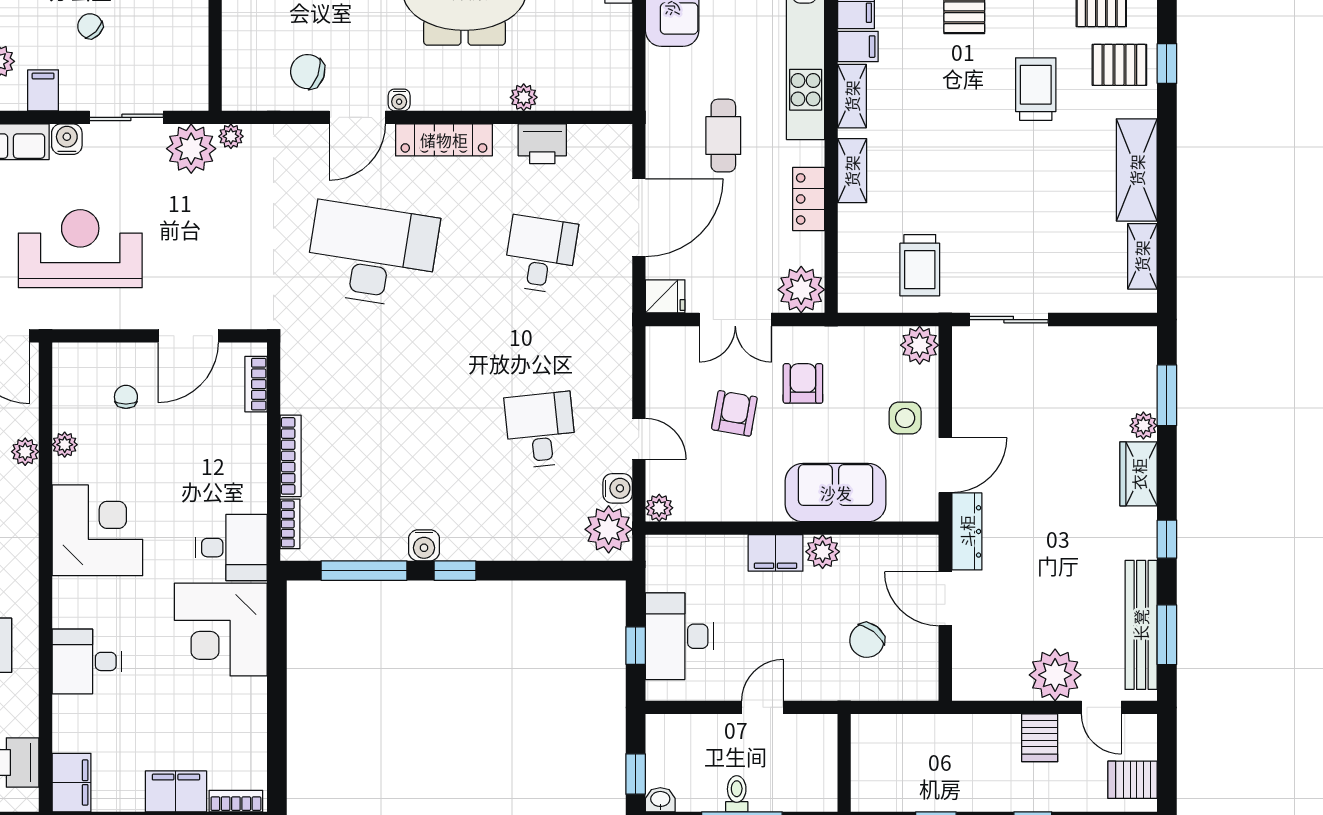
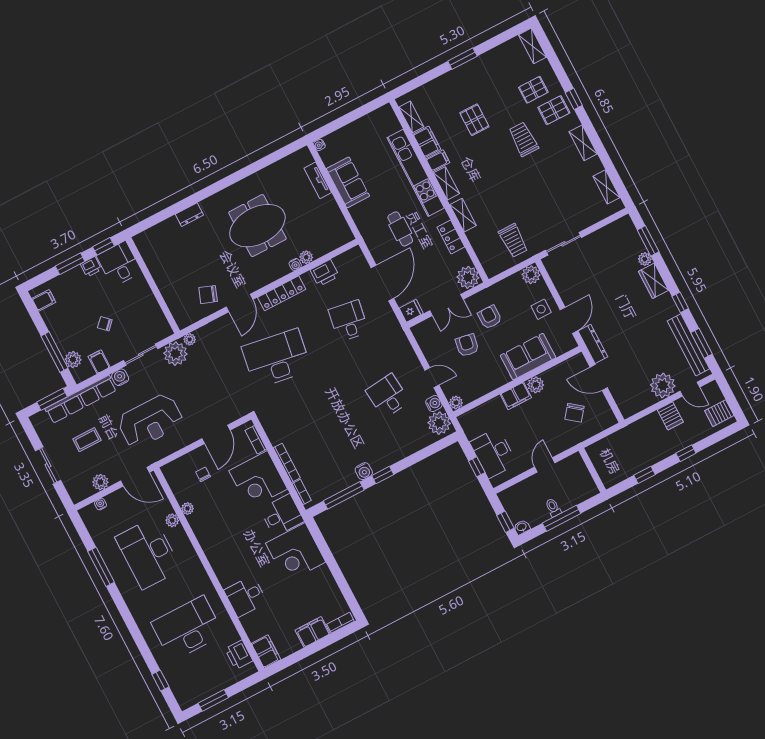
water cooler: (399, 100) -> (295, 264), moved
shelving: (1137, 170) -> (583, 143), width x0.67, depth x0.75
reception desk: (80, 249) -> (150, 421), turned 180
corner desk: (97, 530) -> (258, 480), moved, turned 180

